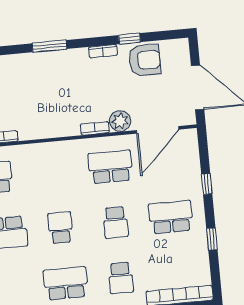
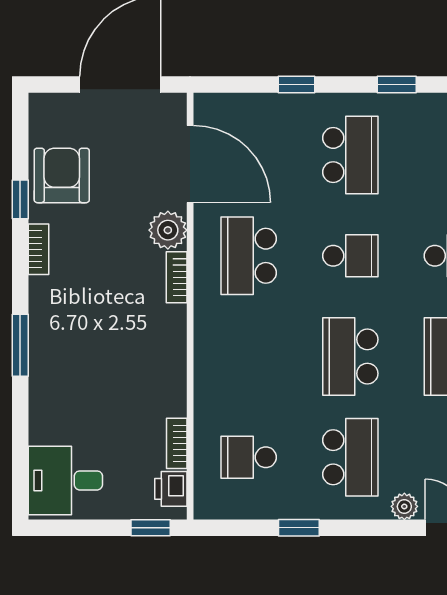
school desk: (171, 217) -> (350, 155), turned 180
school desk: (60, 228) -> (350, 357), width x1.85

